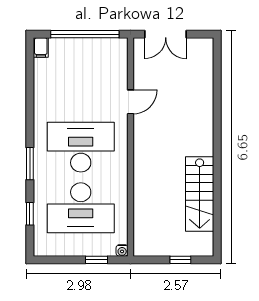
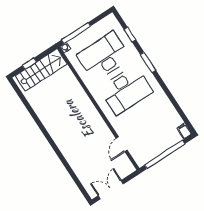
double door: (166, 34) -> (111, 190), moved
door: (131, 102) -> (122, 144), moved
stairs: (200, 194) -> (41, 70), moved, turned 90
window: (96, 260) -> (76, 33), width x2.17

